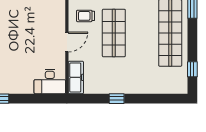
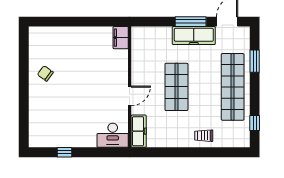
trolley: (85, 16) -> (204, 136), moved
window: (117, 99) -> (179, 152), removed

